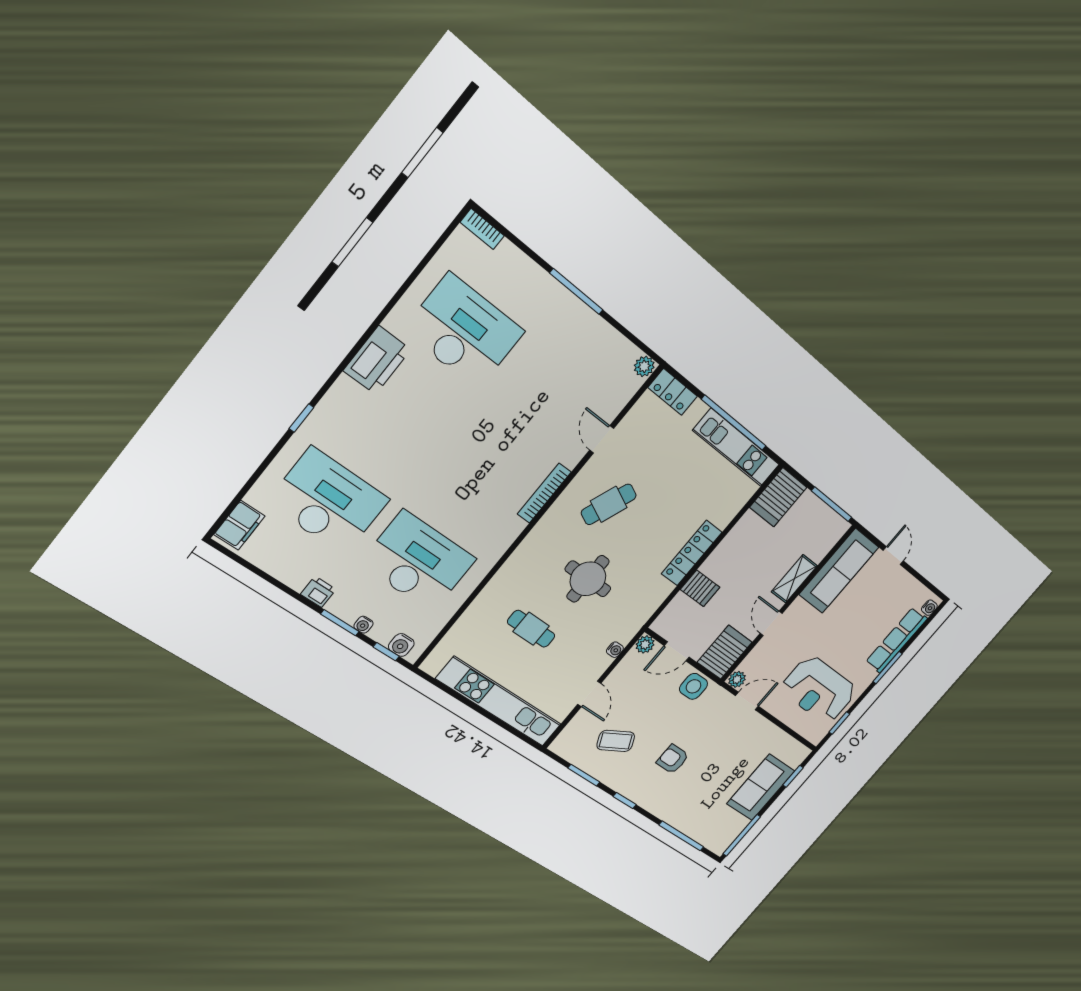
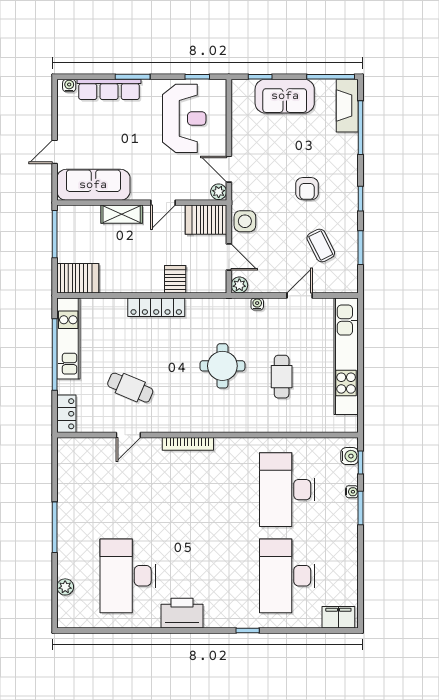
bookcase: (482, 229) -> (63, 612), removed
plant: (644, 366) -> (65, 587), moved
cafe table: (609, 504) -> (130, 388), moved
printer: (318, 592) -> (349, 537), removed
fireplace: (708, 835) -> (347, 106), added

